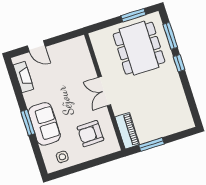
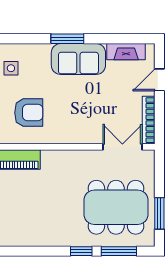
bookcase: (68, 45) -> (149, 120), added
double door: (104, 91) -> (122, 147), moved
sofa: (44, 124) -> (78, 59), moved
armchair: (90, 134) -> (29, 113), turned 91

